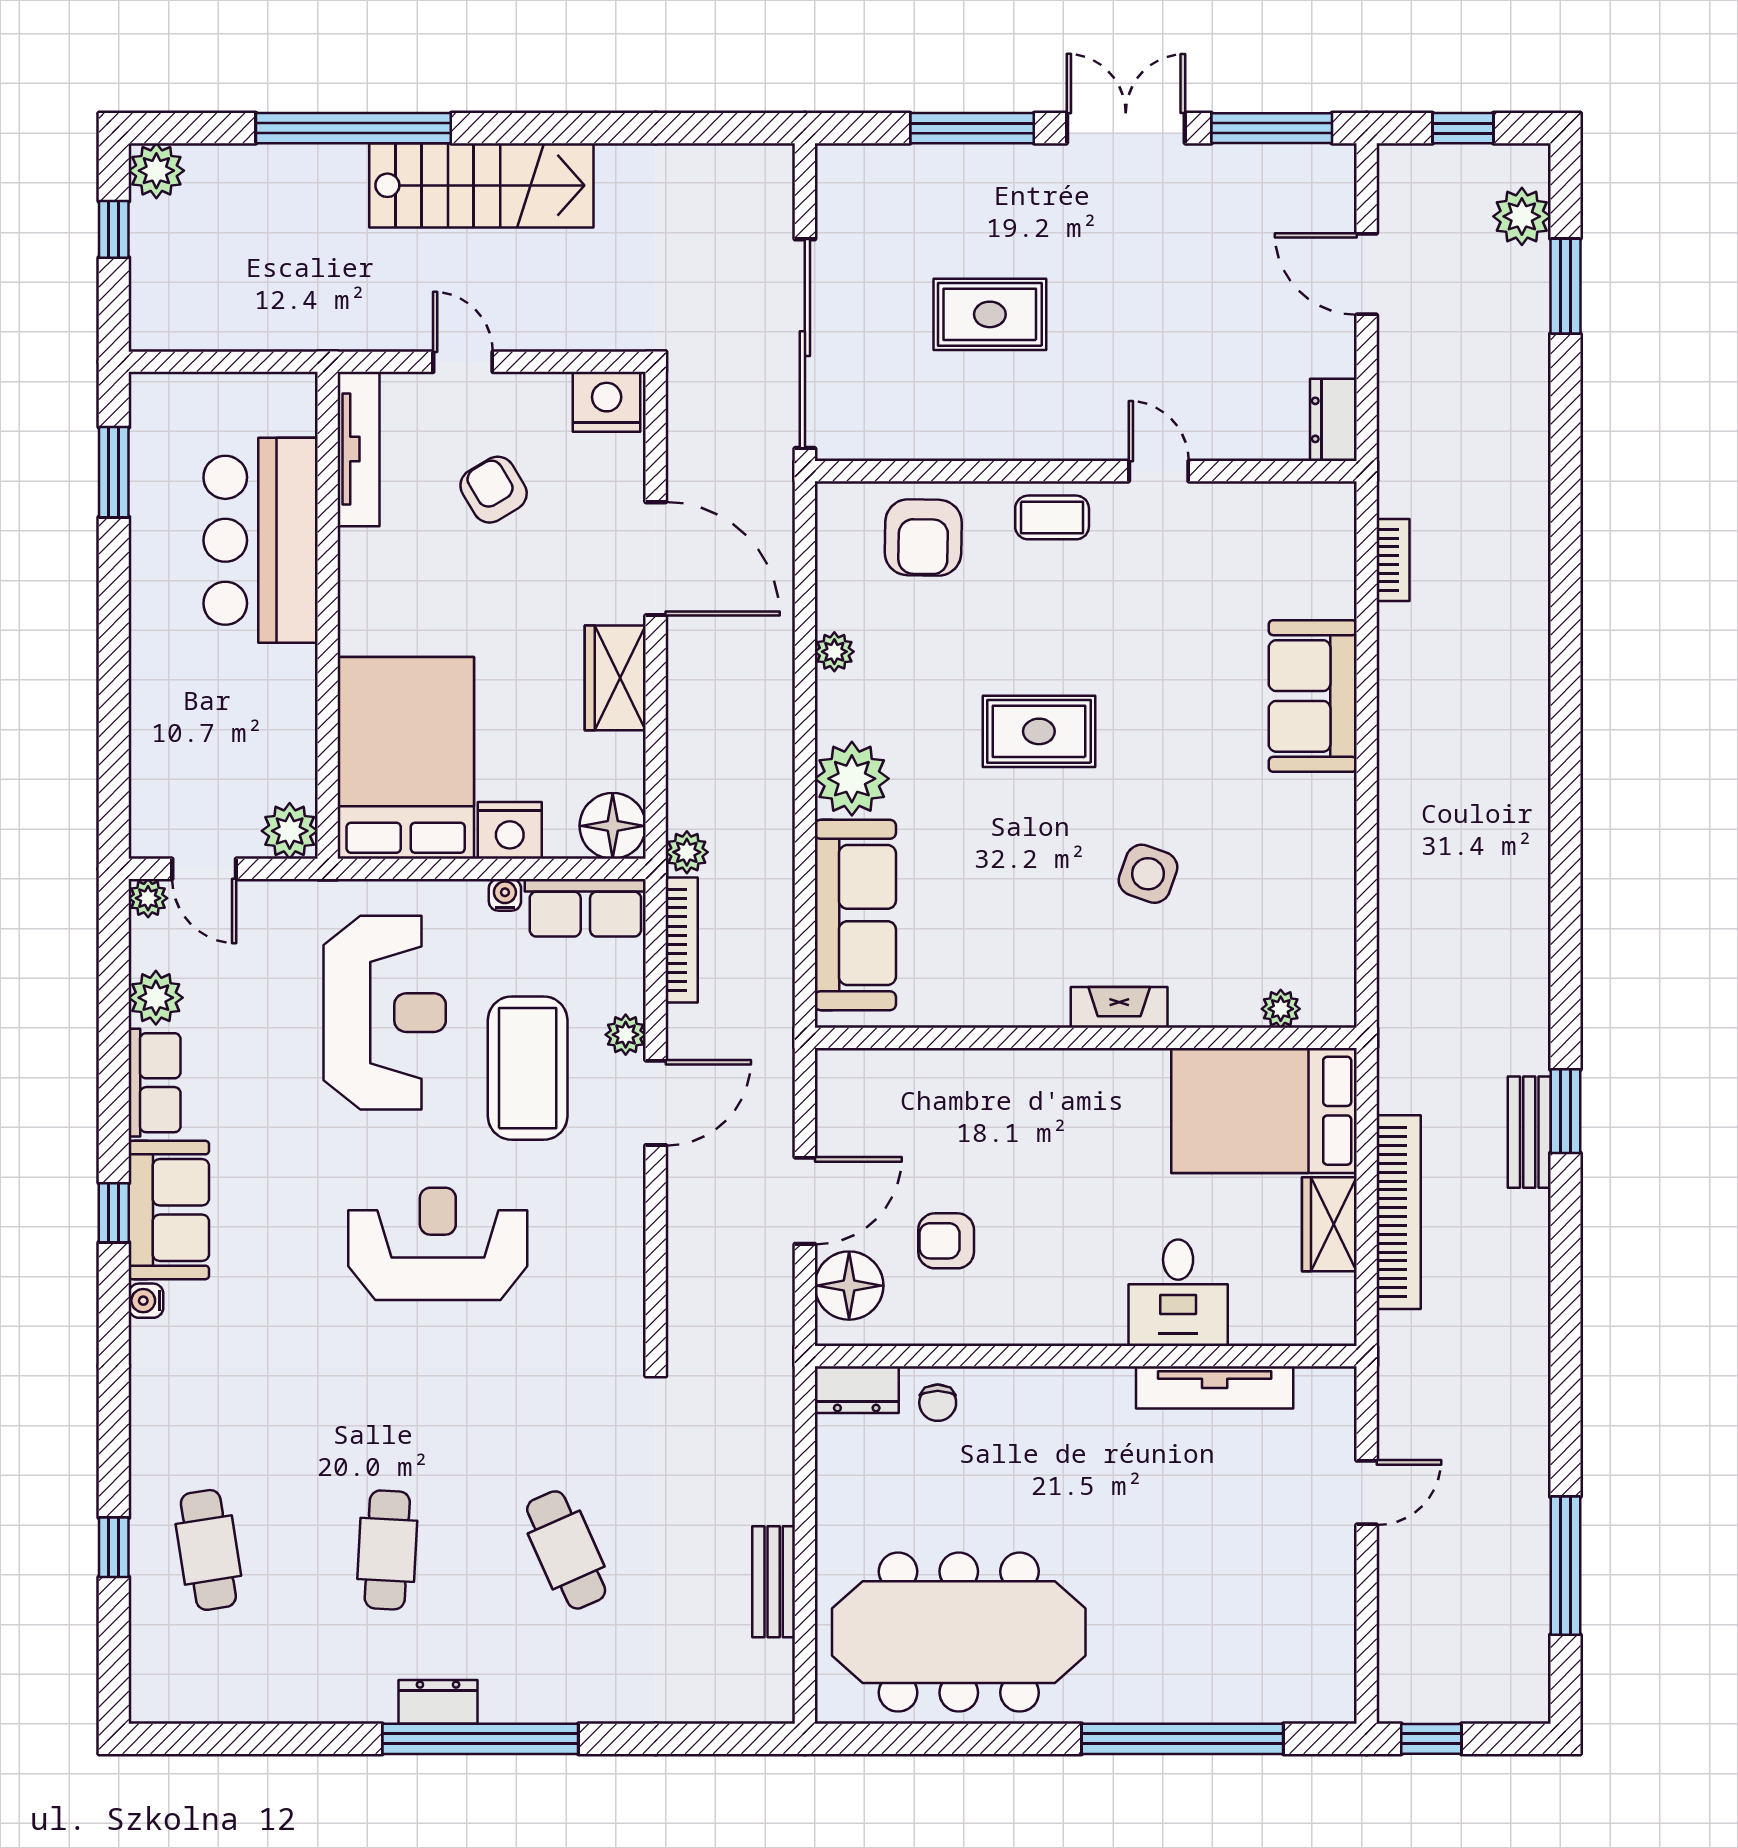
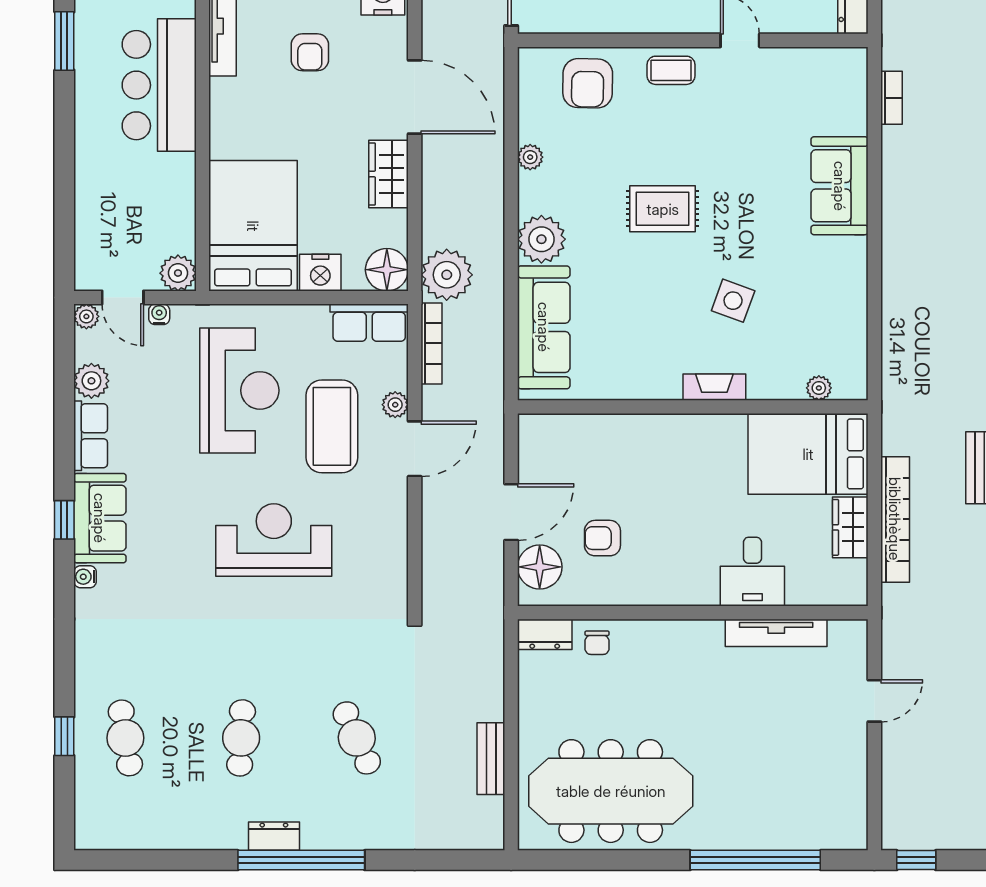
armchair: (494, 490) -> (310, 52), turned -149
plant: (687, 852) -> (447, 275), width x1.87, depth x1.87
water cooler: (505, 895) -> (159, 314), moved

